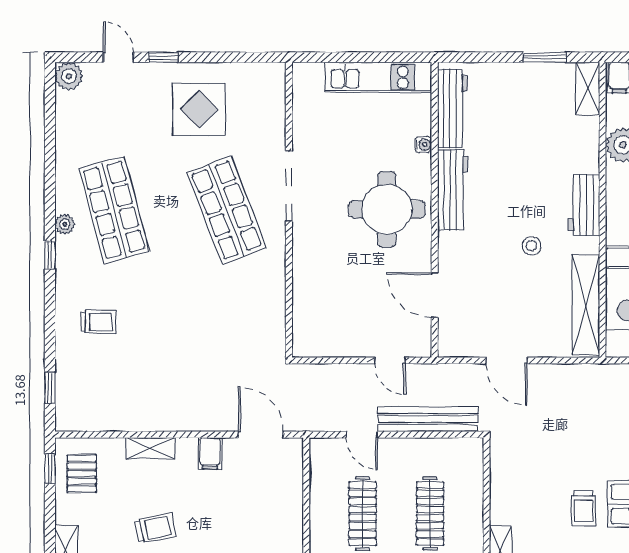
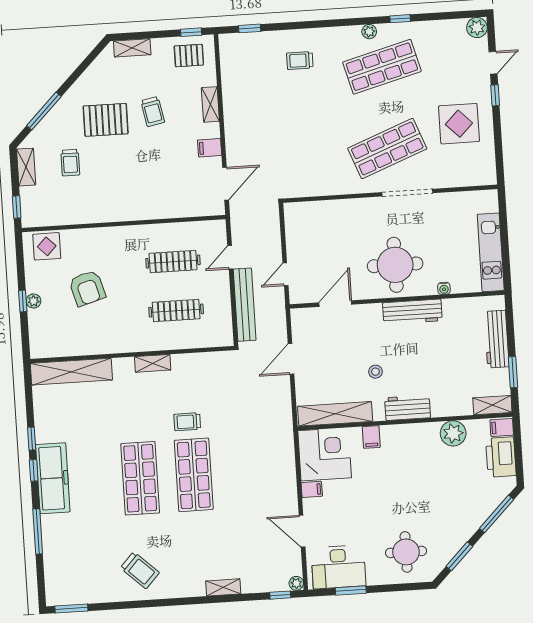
workbench: (452, 109) -> (497, 339), moved, turned 90
window: (50, 255) -> (400, 19), moved
trolley: (98, 322) -> (300, 61), turned 90

